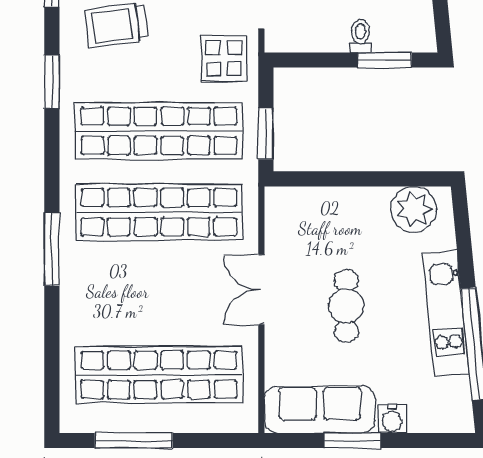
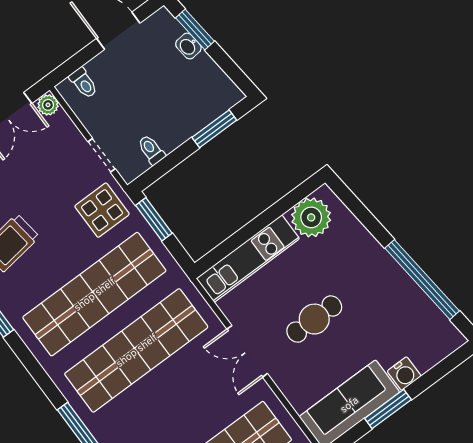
toilet: (360, 36) -> (151, 150), moved
window: (266, 134) -> (154, 219), moved
cafe table: (346, 306) -> (314, 319), turned 90
kitchen unit: (446, 314) -> (248, 258), moved, turned -84

